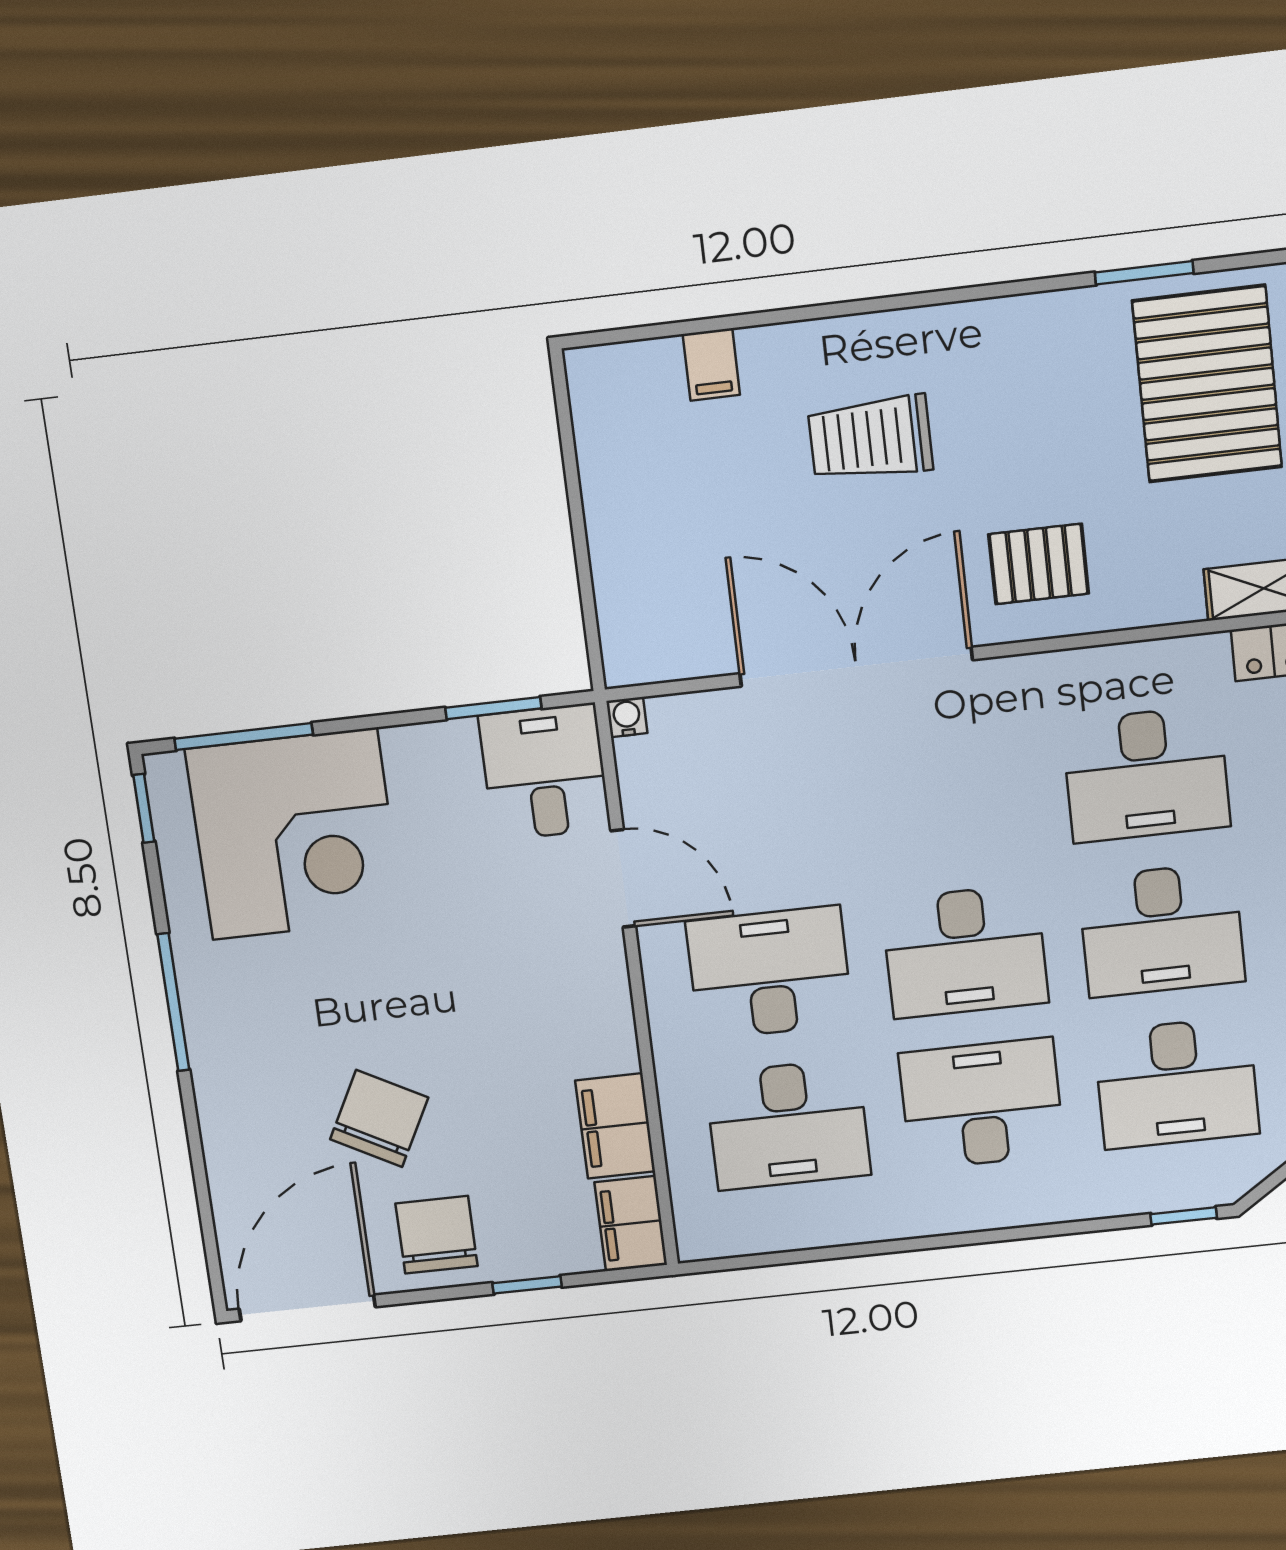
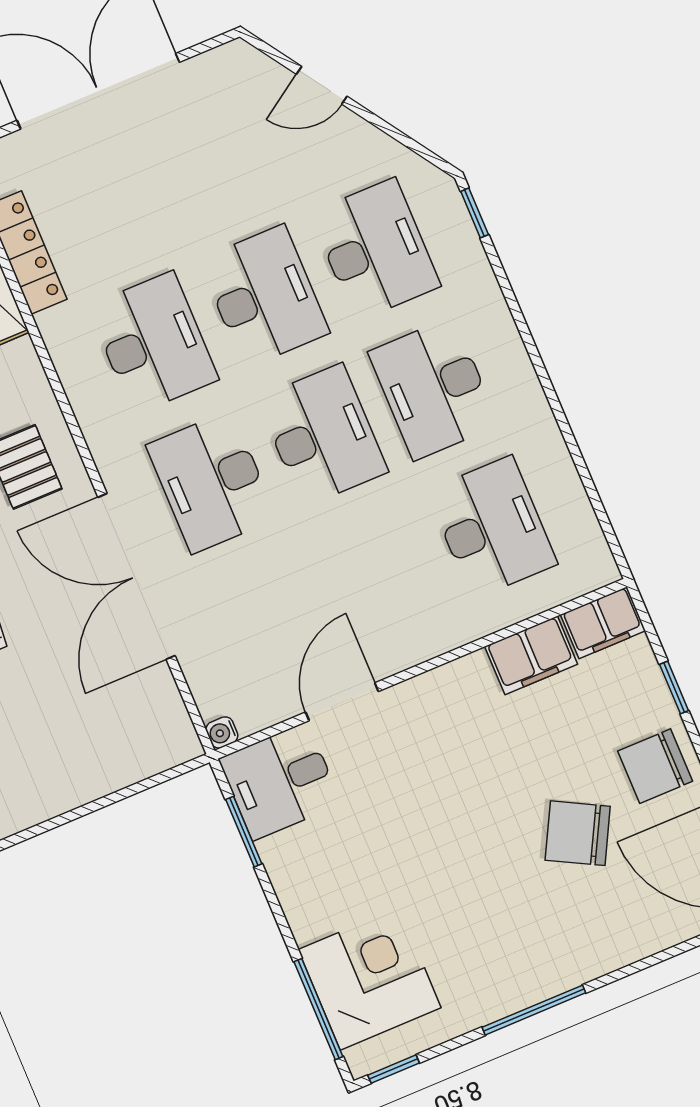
corner desk: (294, 834) -> (370, 979), width x0.74, depth x0.74
desk: (770, 973) -> (212, 482), moved

